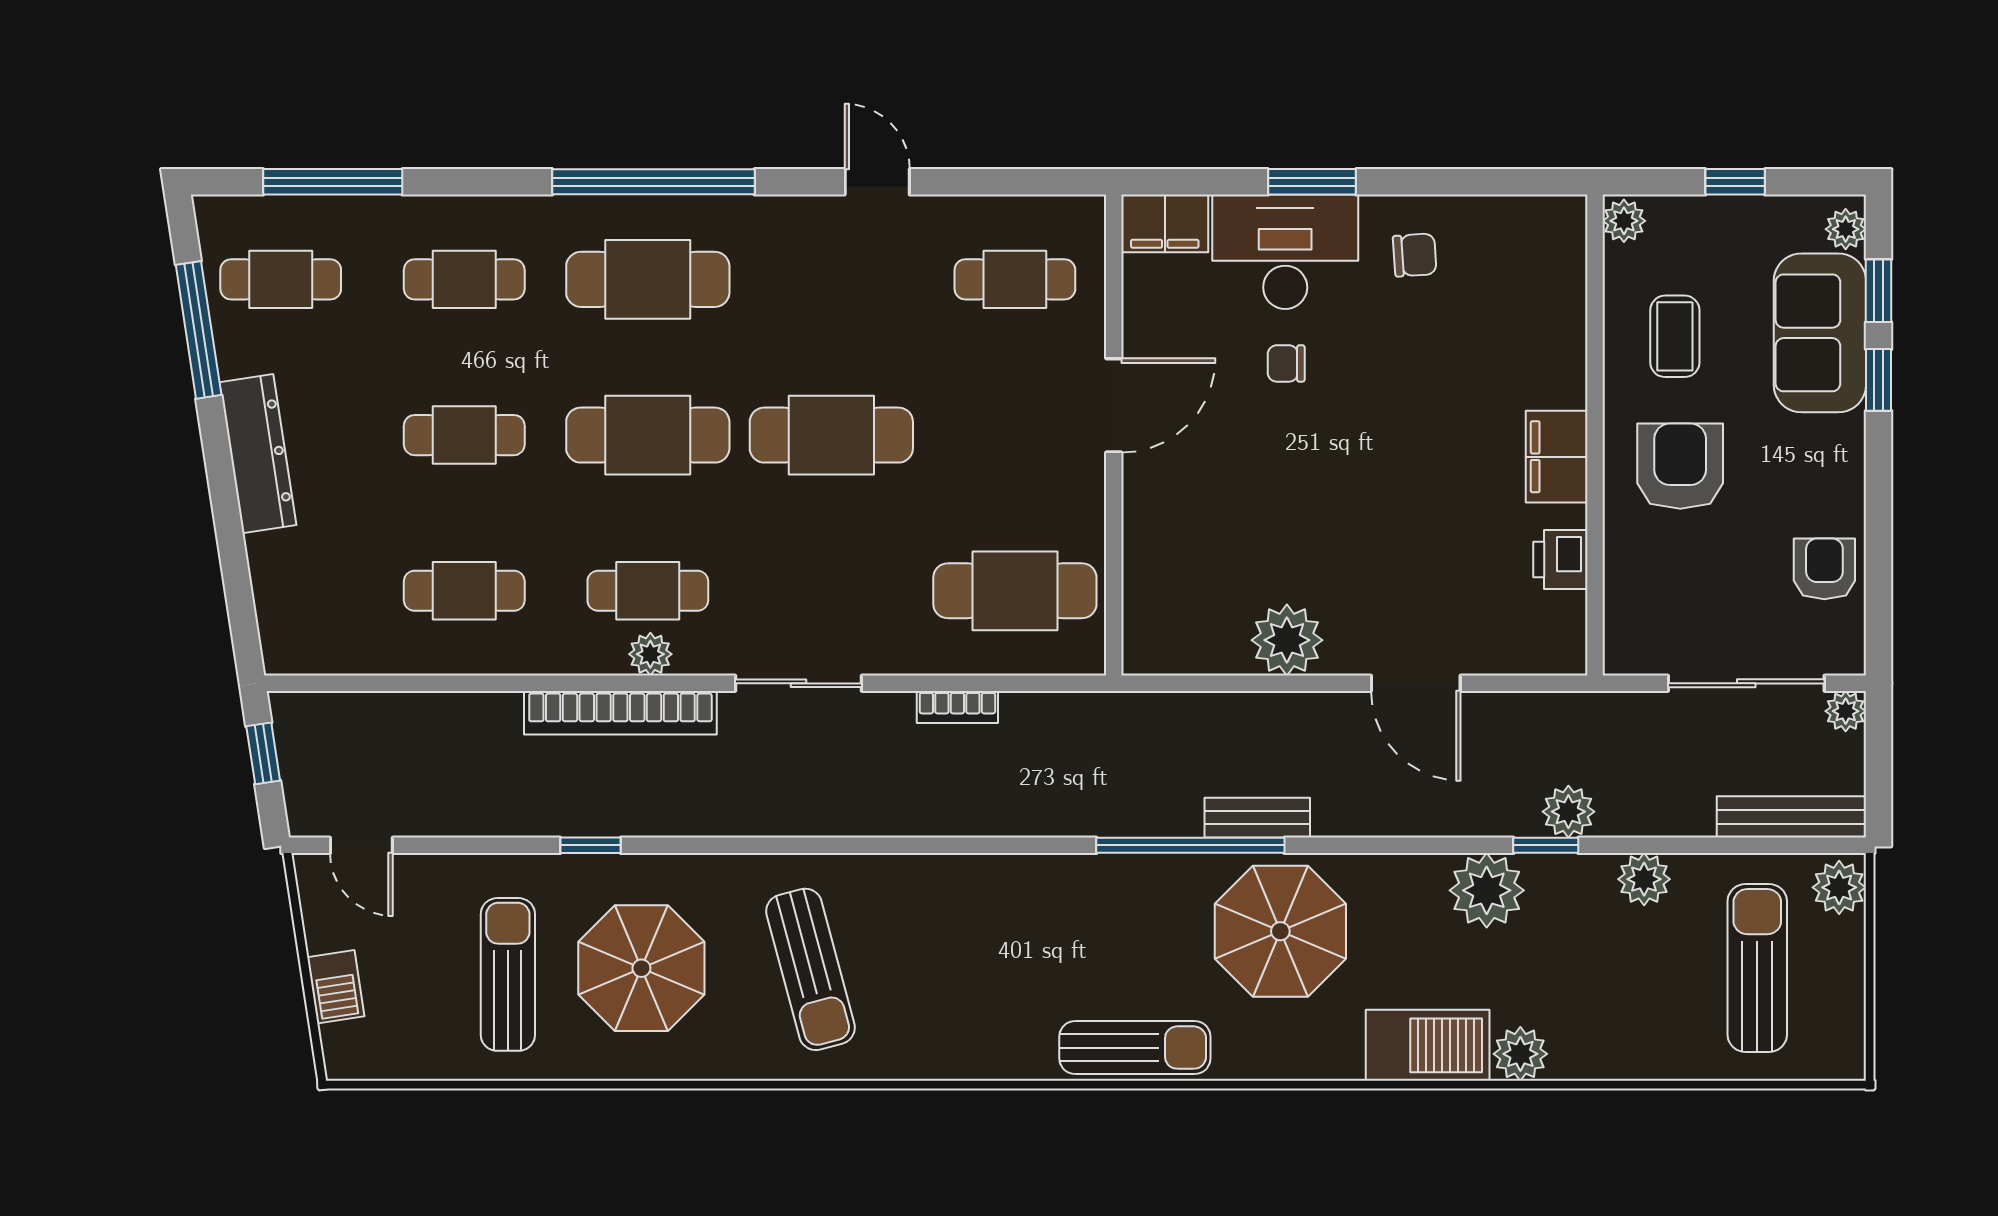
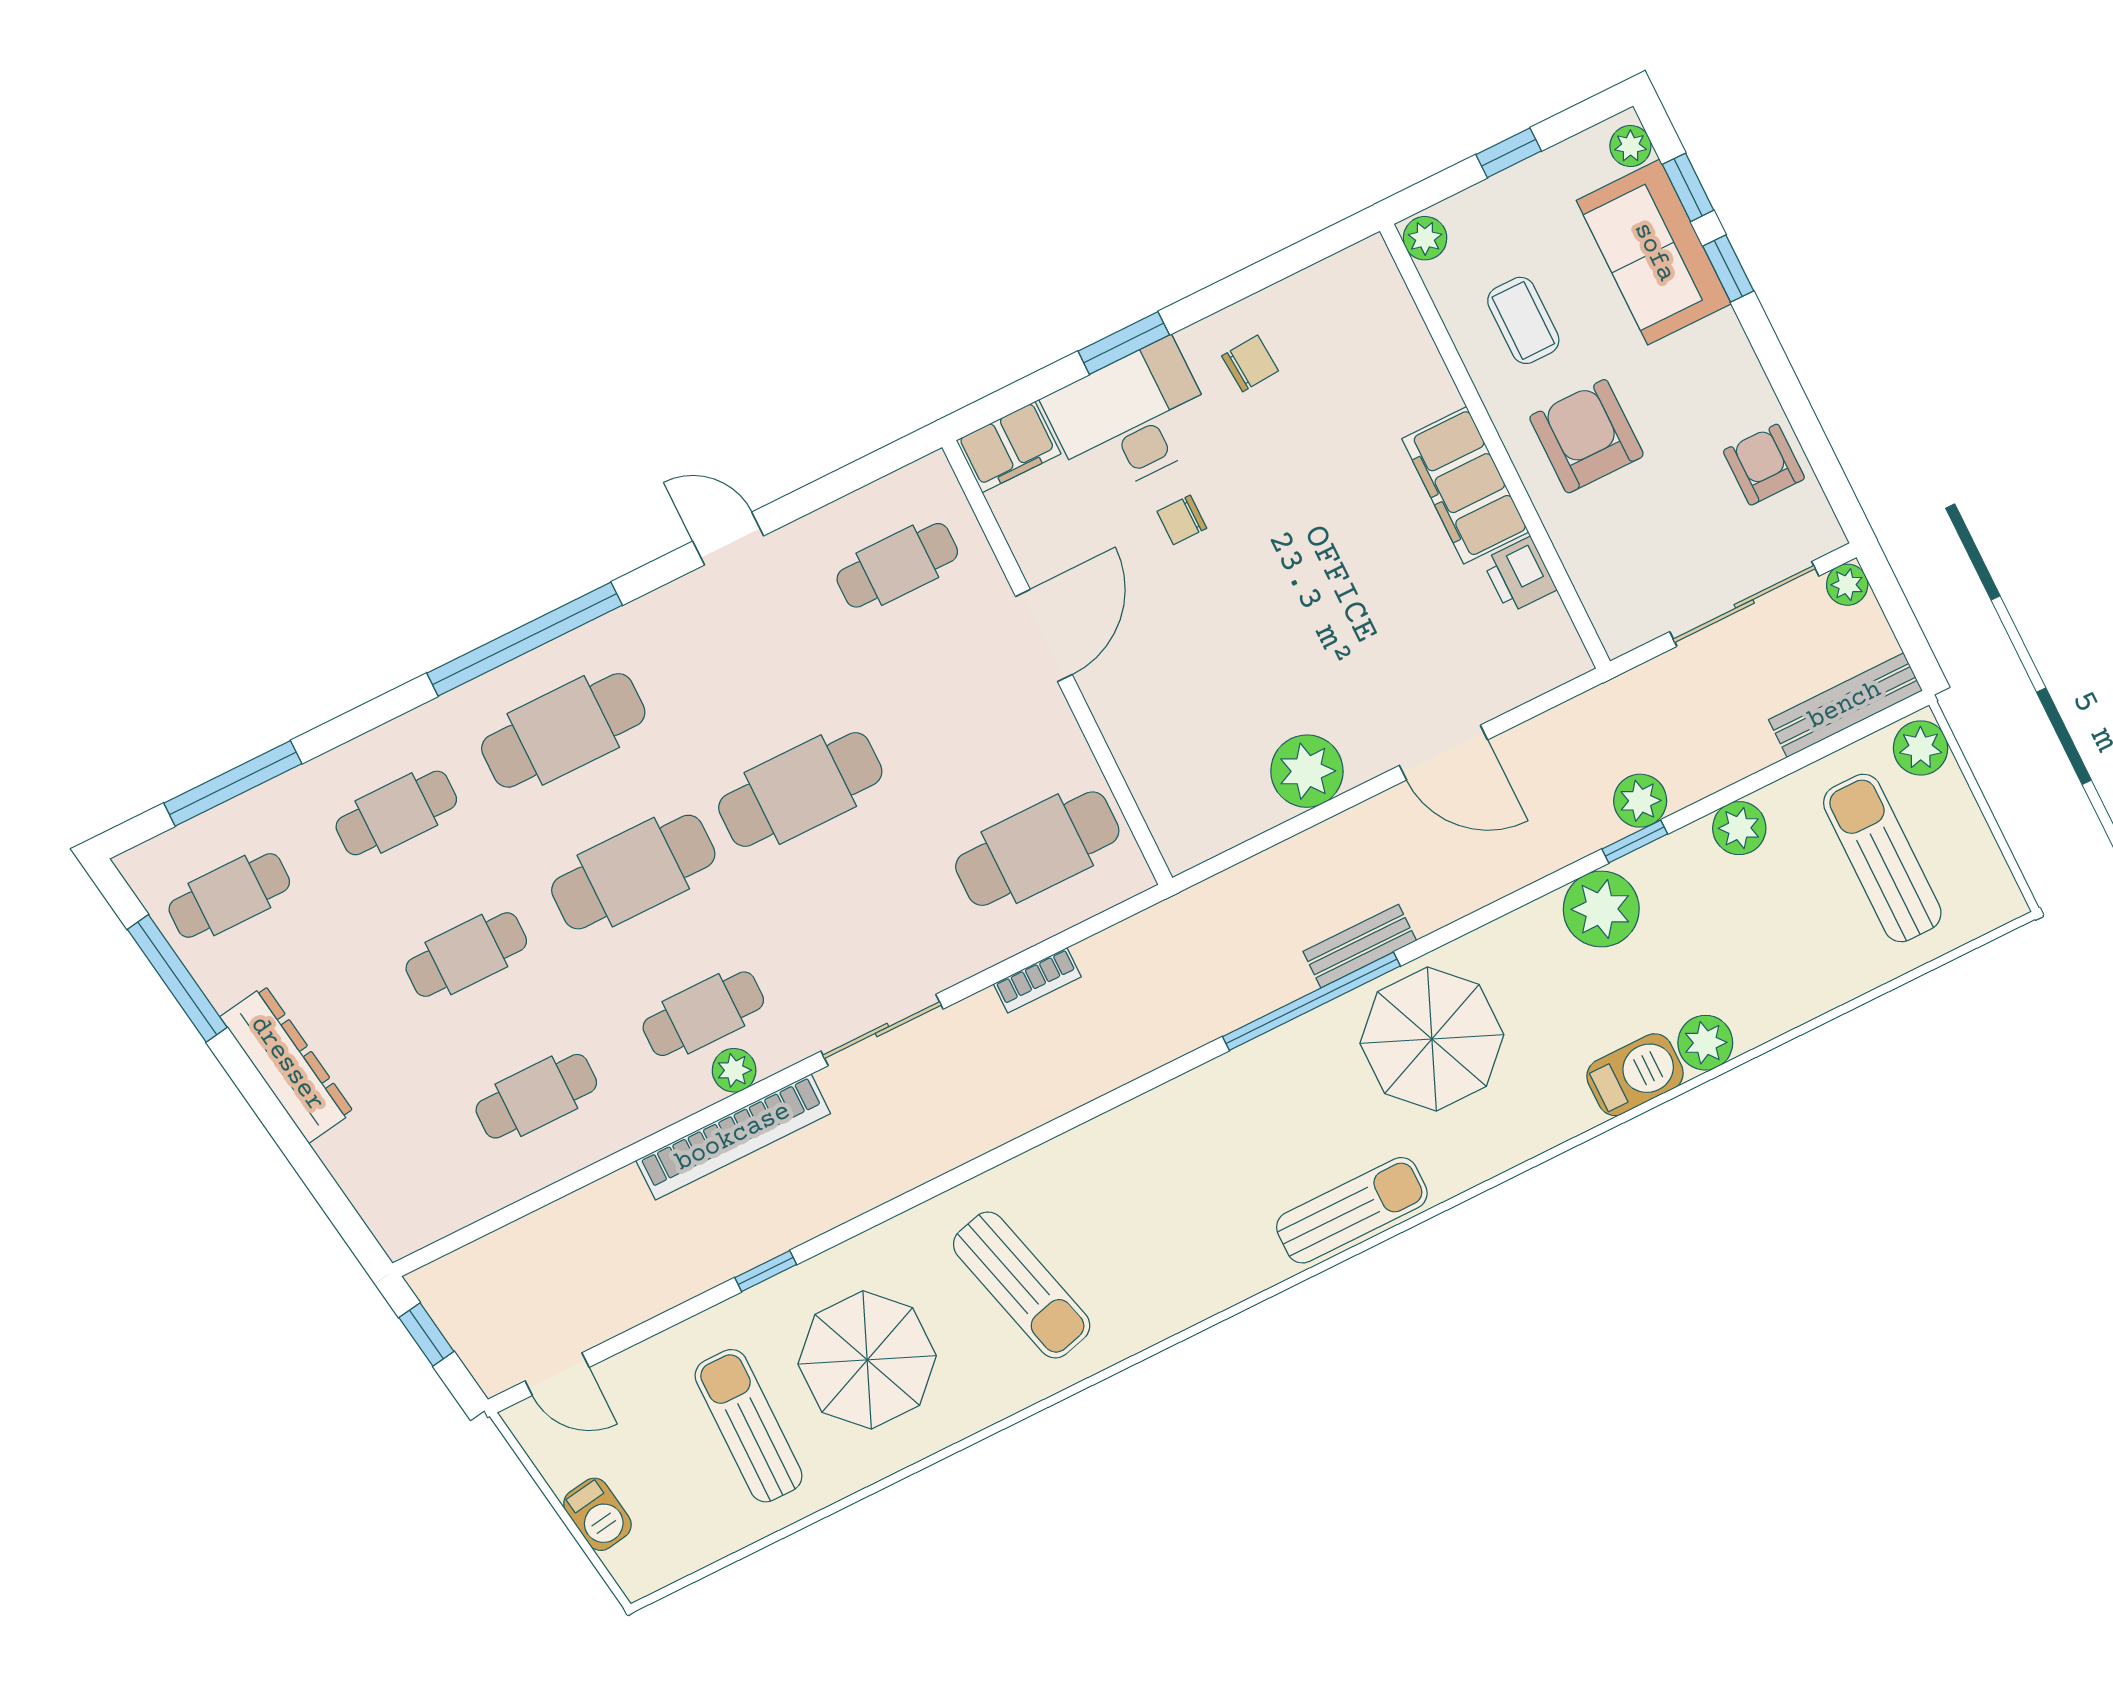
filing cabinet: (1557, 457) -> (1465, 485), width x1.50, depth x1.17
barbecue: (1428, 1045) -> (1635, 1075), width x0.73, depth x0.83

